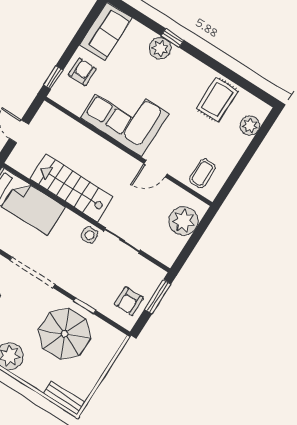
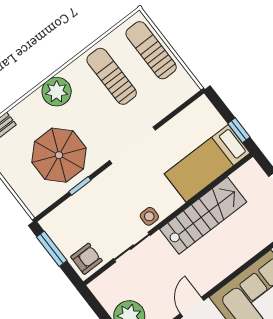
window: (158, 297) -> (52, 249), moved
armchair: (129, 301) -> (86, 259), moved, turned 90

